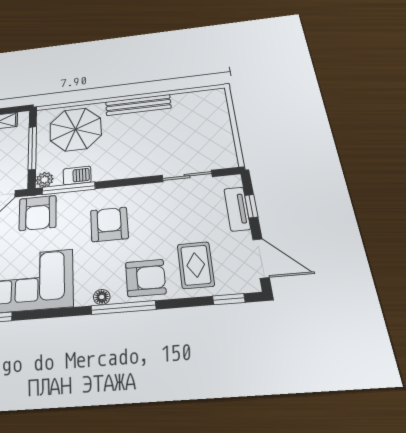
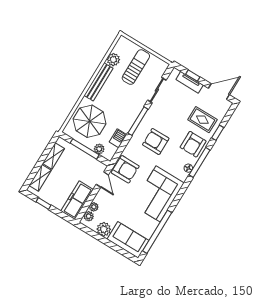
plant: (183, 101) -> (113, 60), added
sun lounger: (197, 131) -> (136, 67), added
plant: (45, 180) -> (99, 149), moved
window: (69, 188) -> (138, 121), moved
armchair: (146, 278) -> (193, 144), turned 180
window: (229, 299) -> (218, 133), moved

